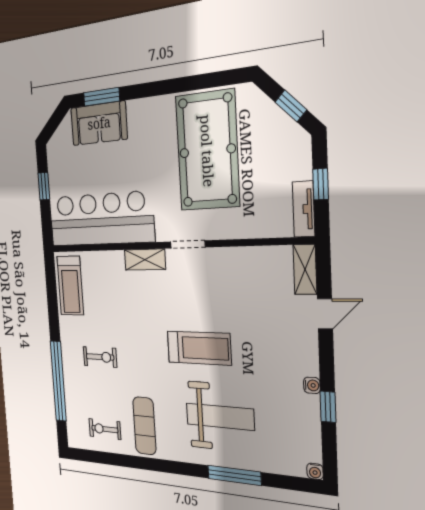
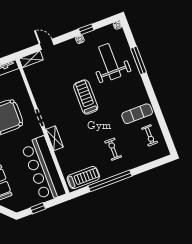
window: (58, 381) -> (110, 181), moved
weight bench: (220, 417) -> (110, 62), moved

